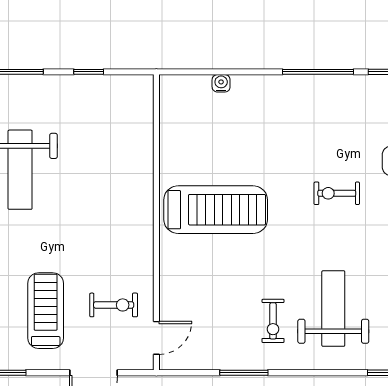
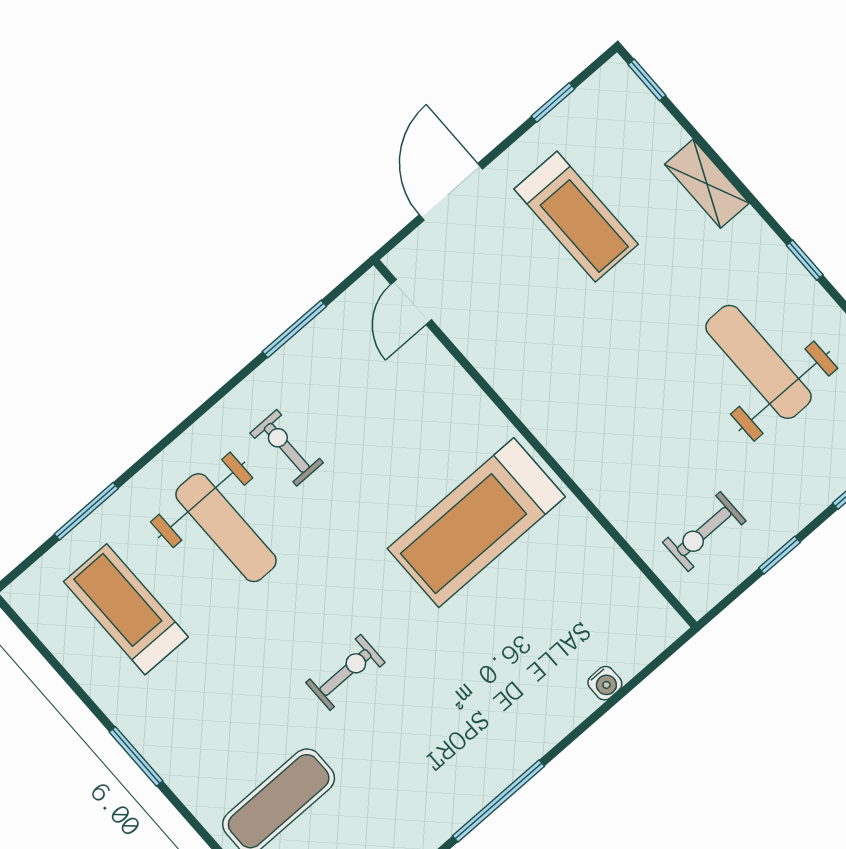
exercise bike: (114, 305) -> (704, 532), moved
window: (244, 373) -> (294, 329), moved

